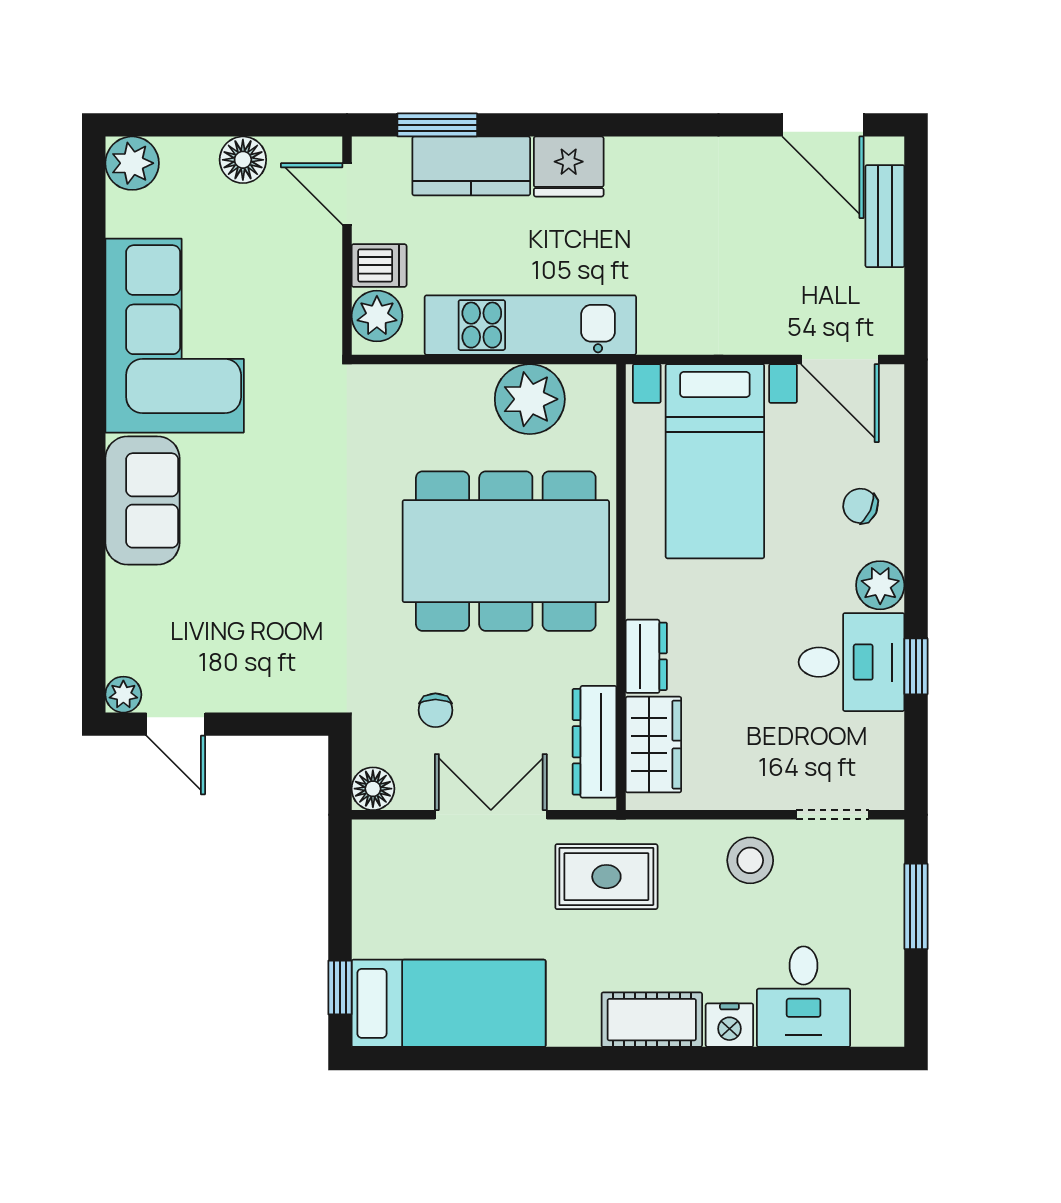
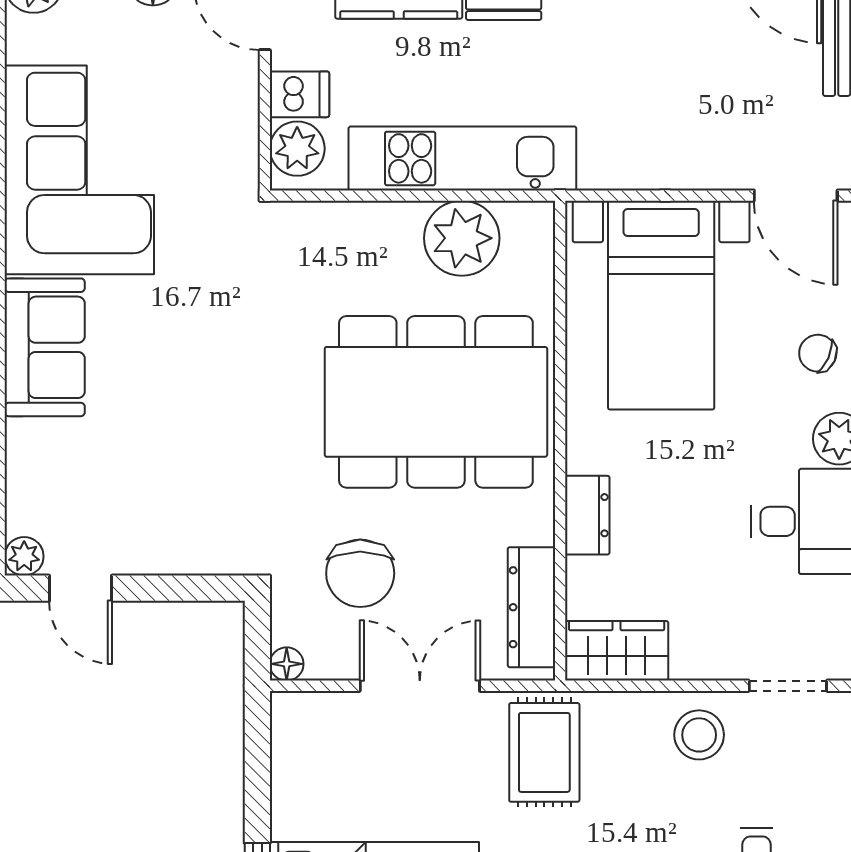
chair: (435, 710) -> (360, 573), width x1.87, depth x1.87
wardrobe: (653, 745) -> (617, 651), moved, turned -90
floor lamp: (373, 789) -> (287, 664), width x0.73, depth x0.73
rug: (606, 877) -> (544, 752), turned 90

